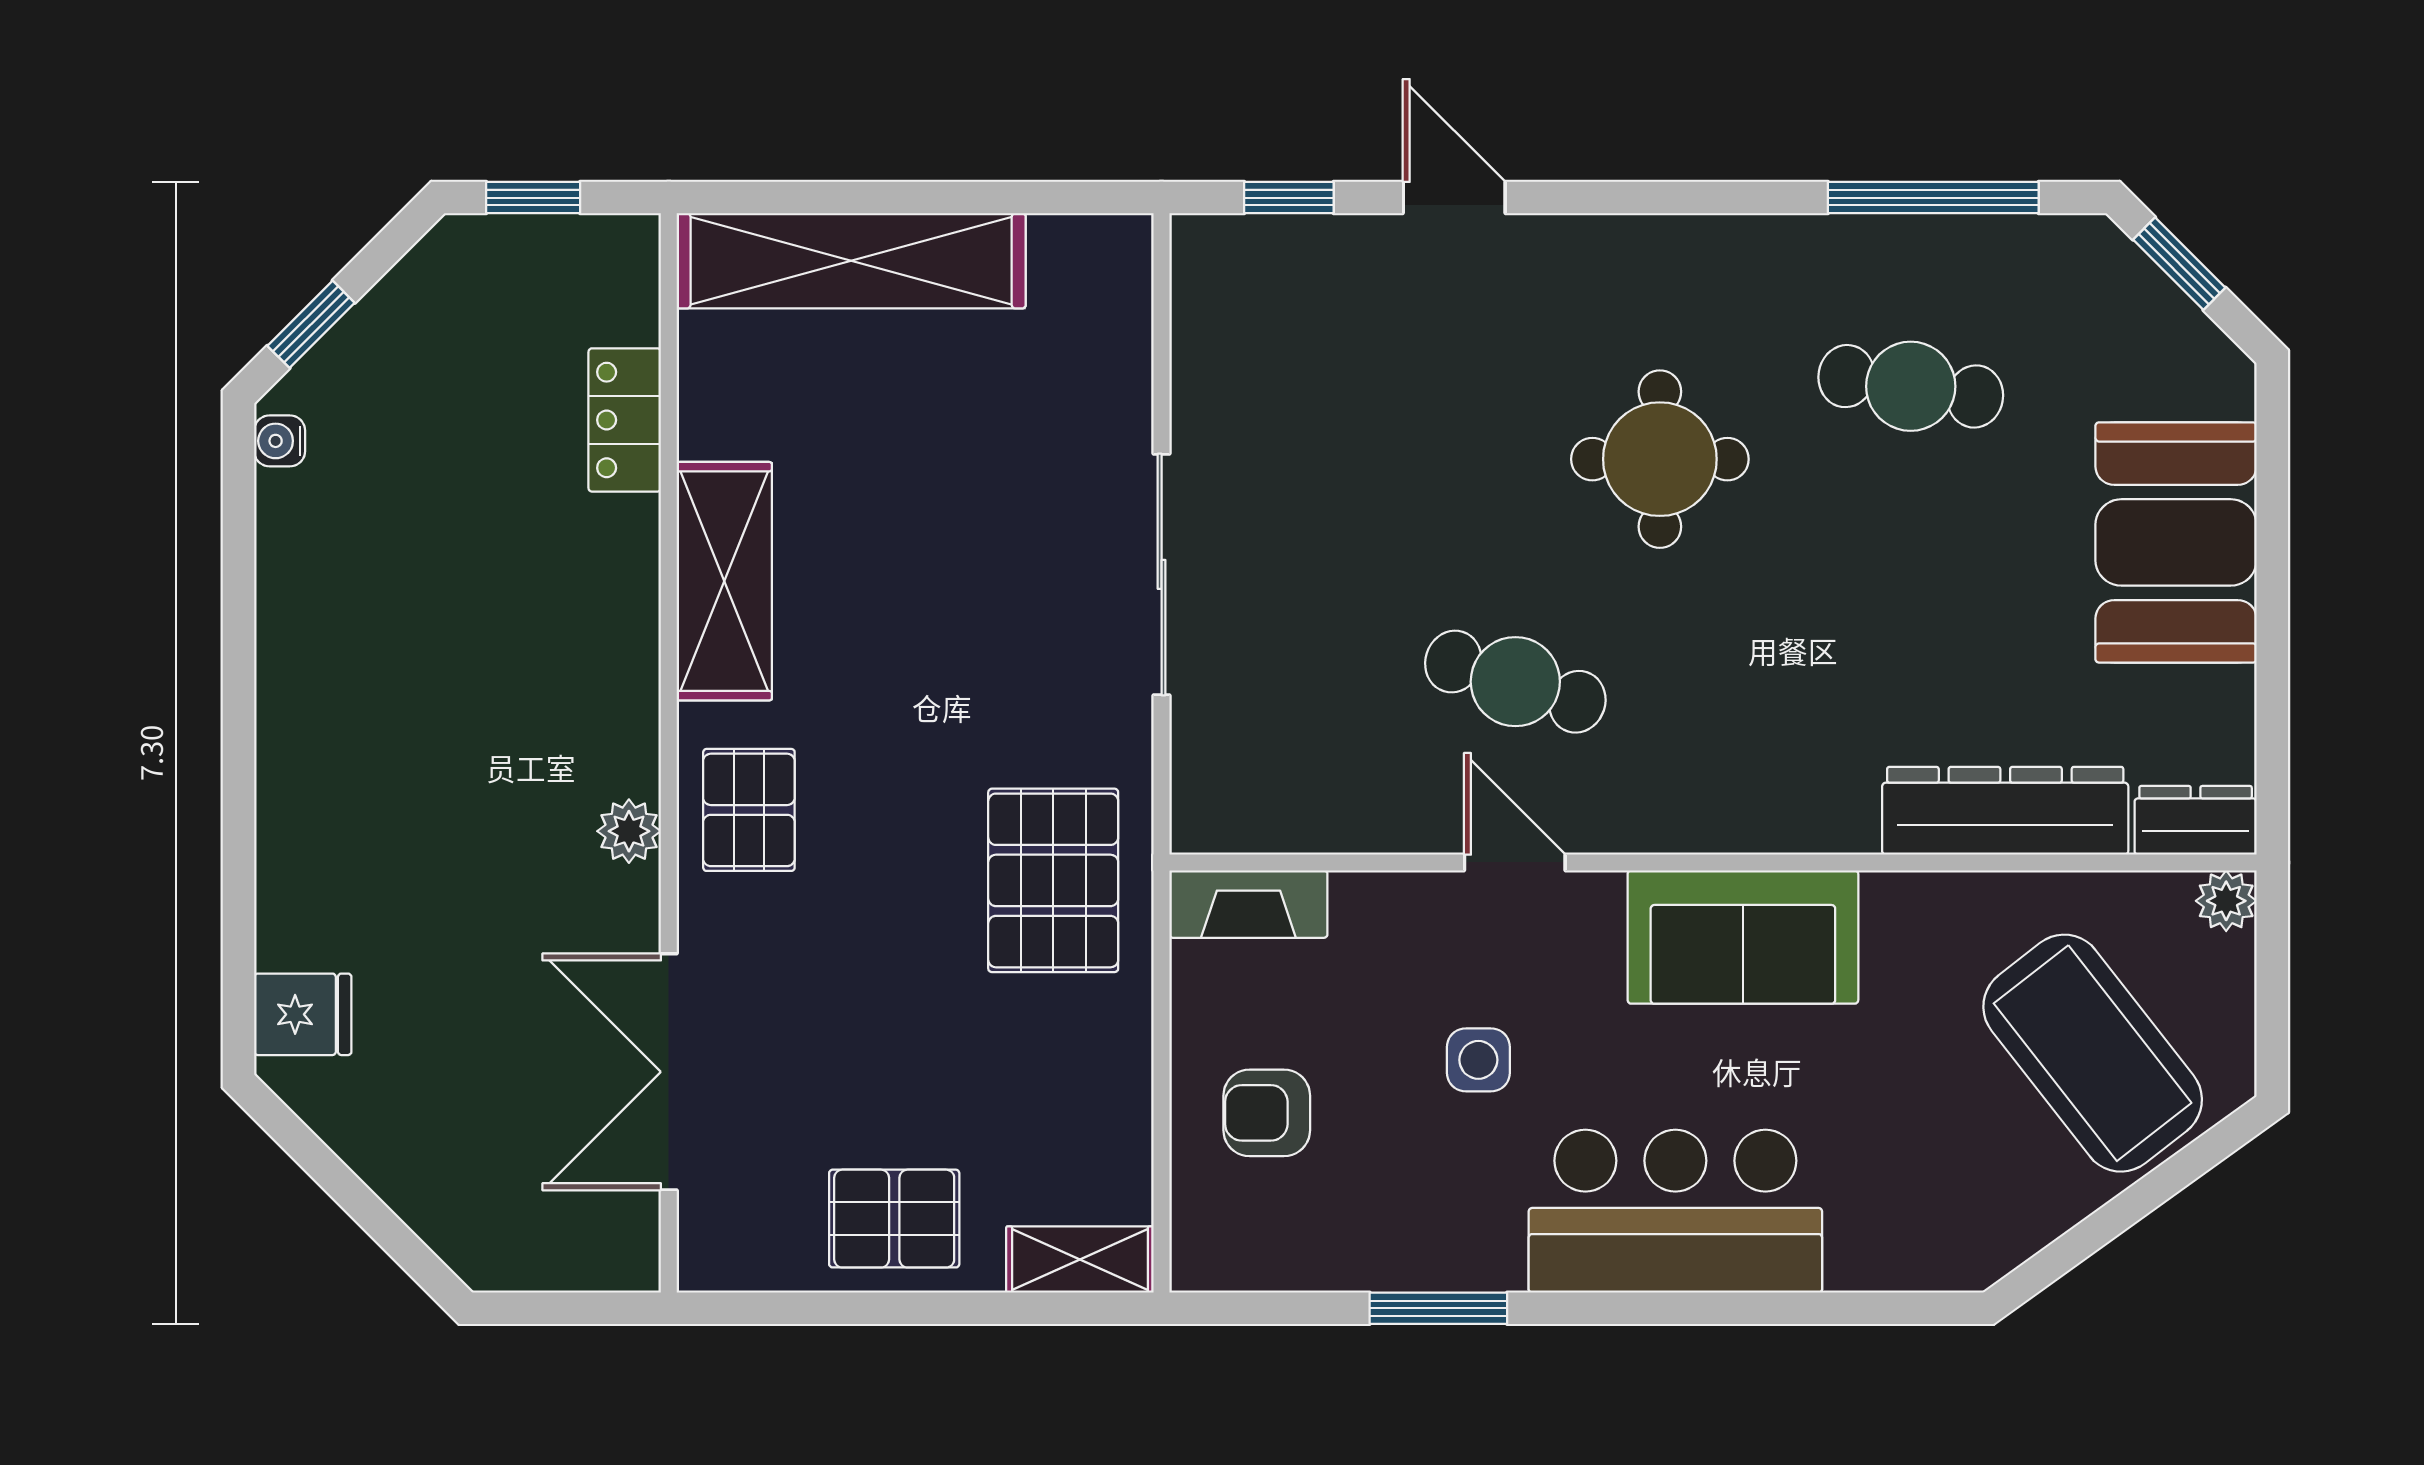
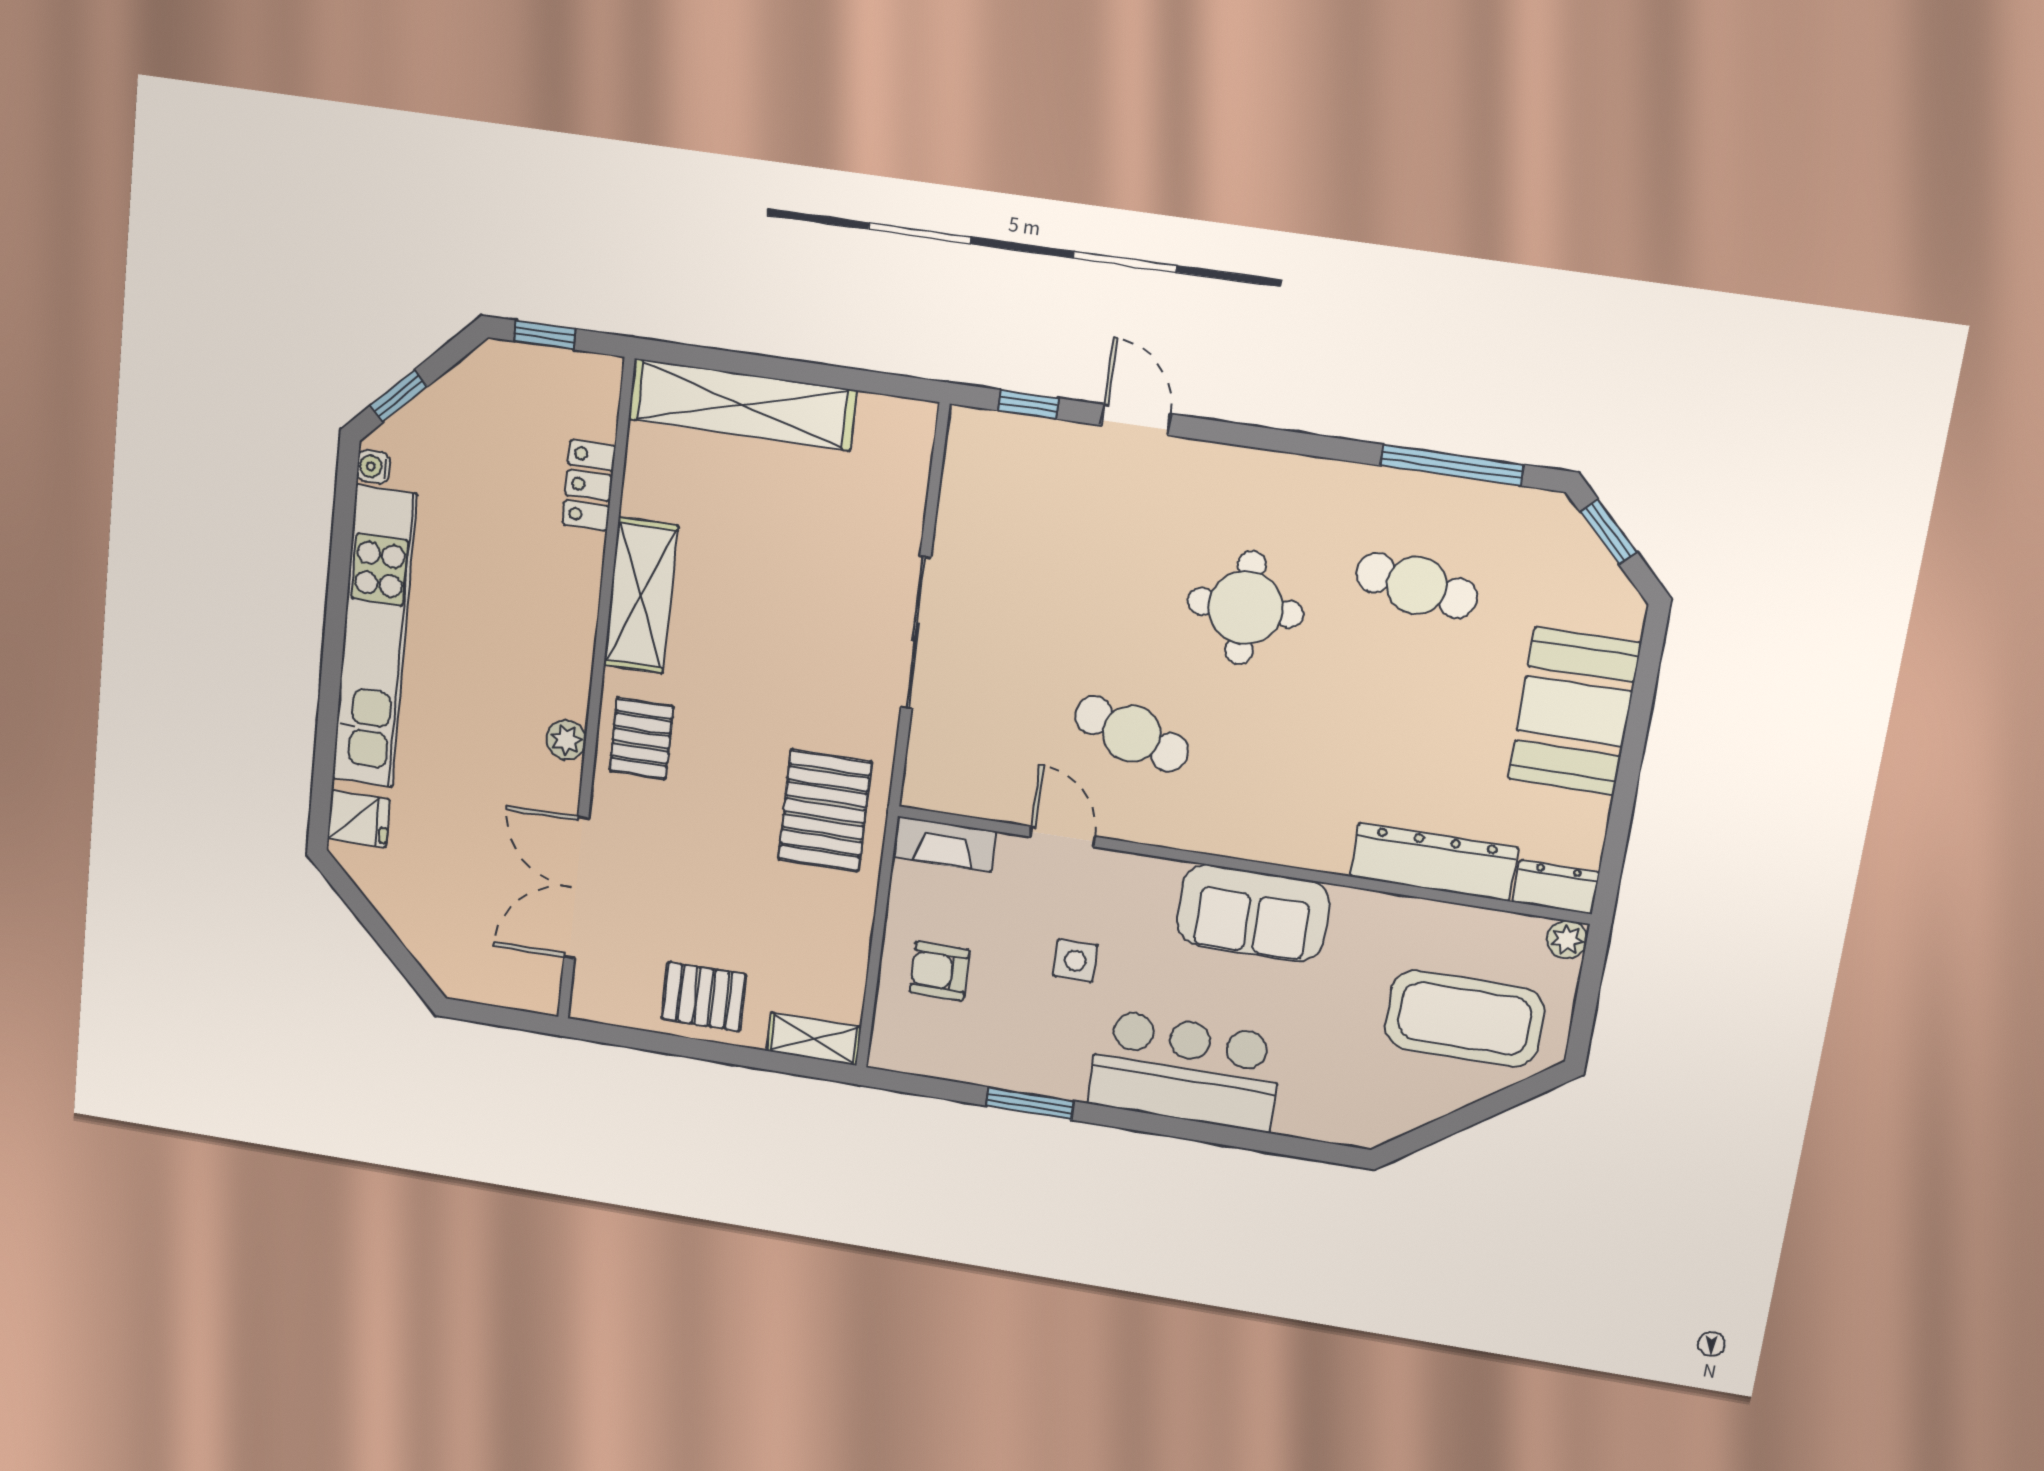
kitchen unit: (304, 713) -> (374, 637), added
door: (1515, 862) -> (1062, 837), moved
coffee table: (2093, 1053) -> (1465, 1019), turned -52

